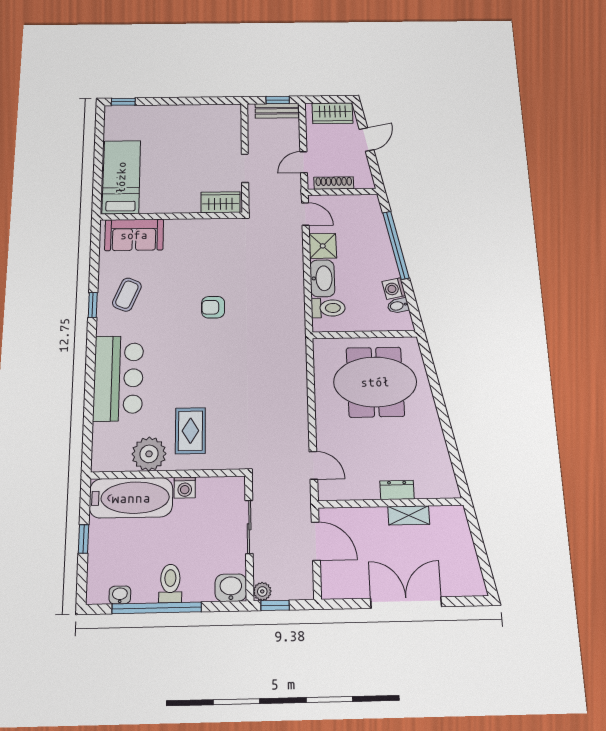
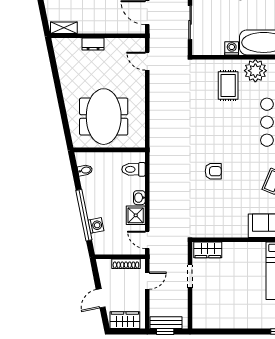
washbasin: (322, 278) -> (139, 198), width x0.52, depth x0.69
washing machine: (394, 289) -> (96, 225), moved
meeting table: (375, 382) -> (104, 117), turned 90
shelving: (409, 515) -> (64, 28), moved

